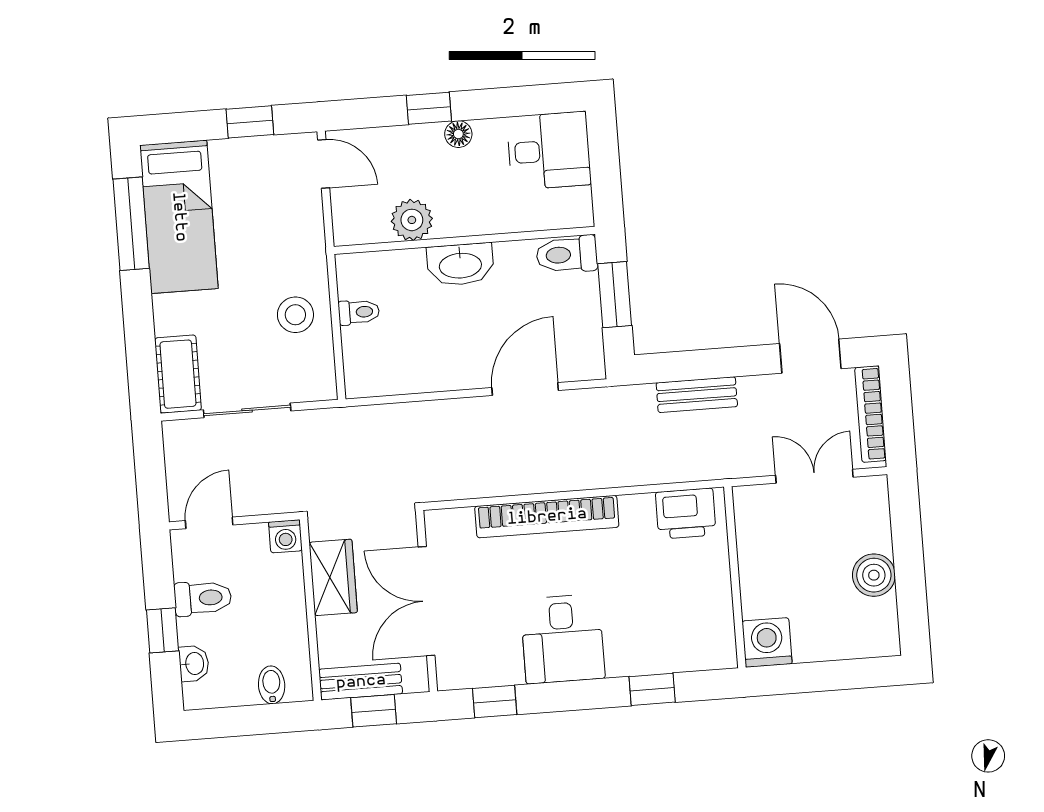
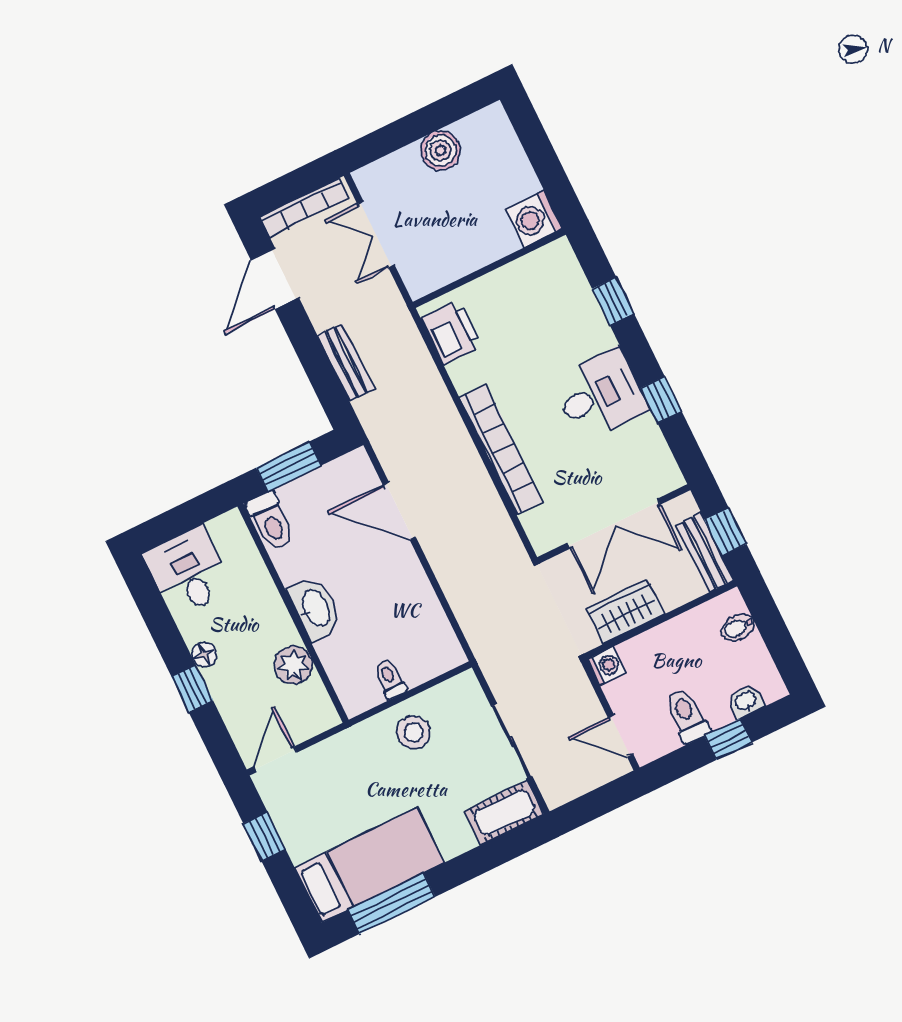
window: (495, 701) -> (661, 400), moved

